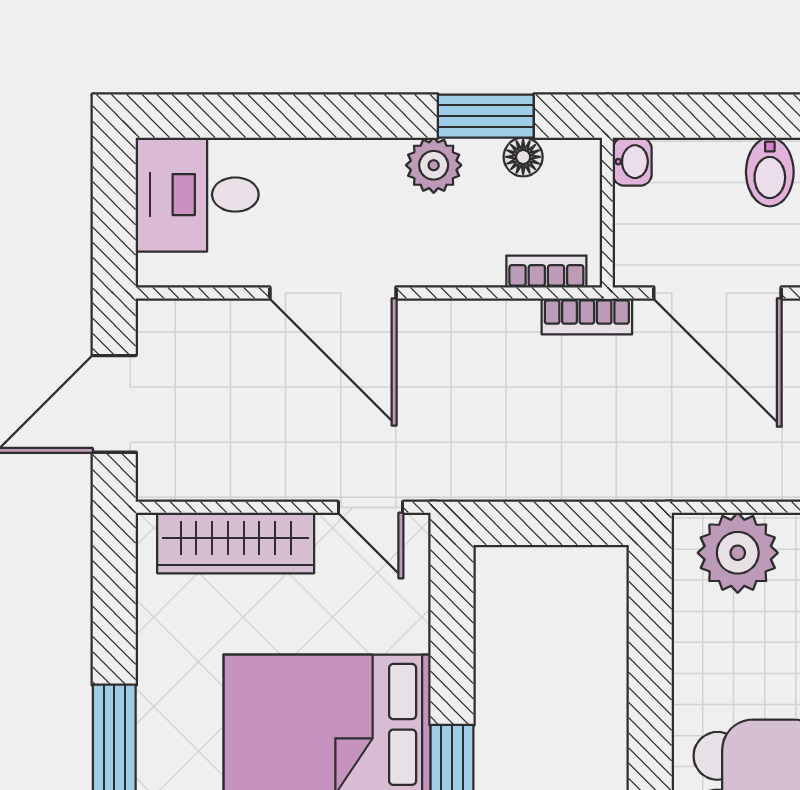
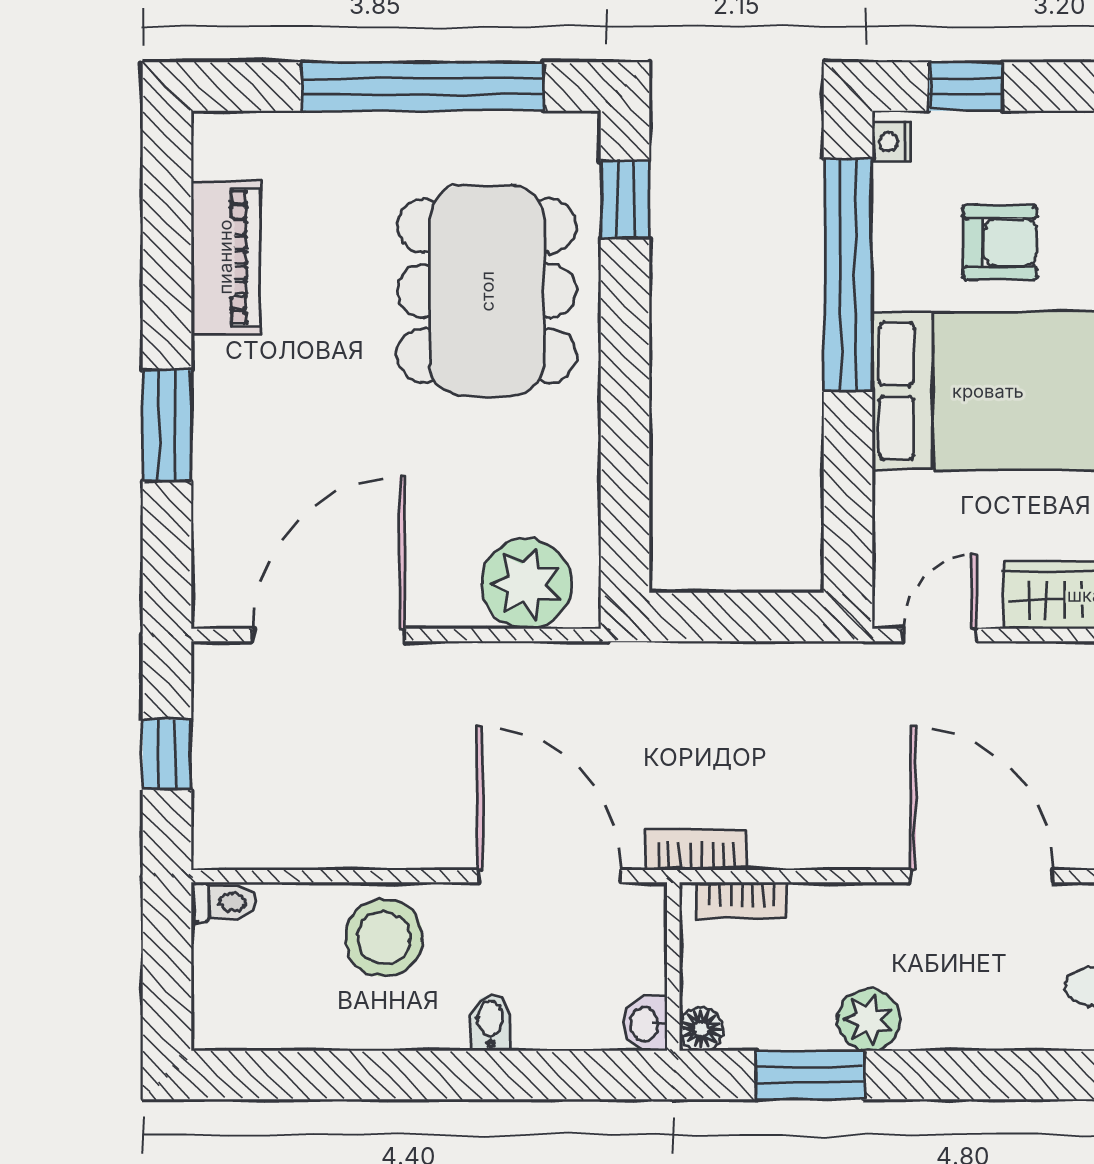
floor lamp: (523, 157) -> (701, 1029), moved
bidet: (770, 172) -> (491, 1022), width x0.72, depth x0.74
door: (370, 507) -> (940, 635), hinge flipped

